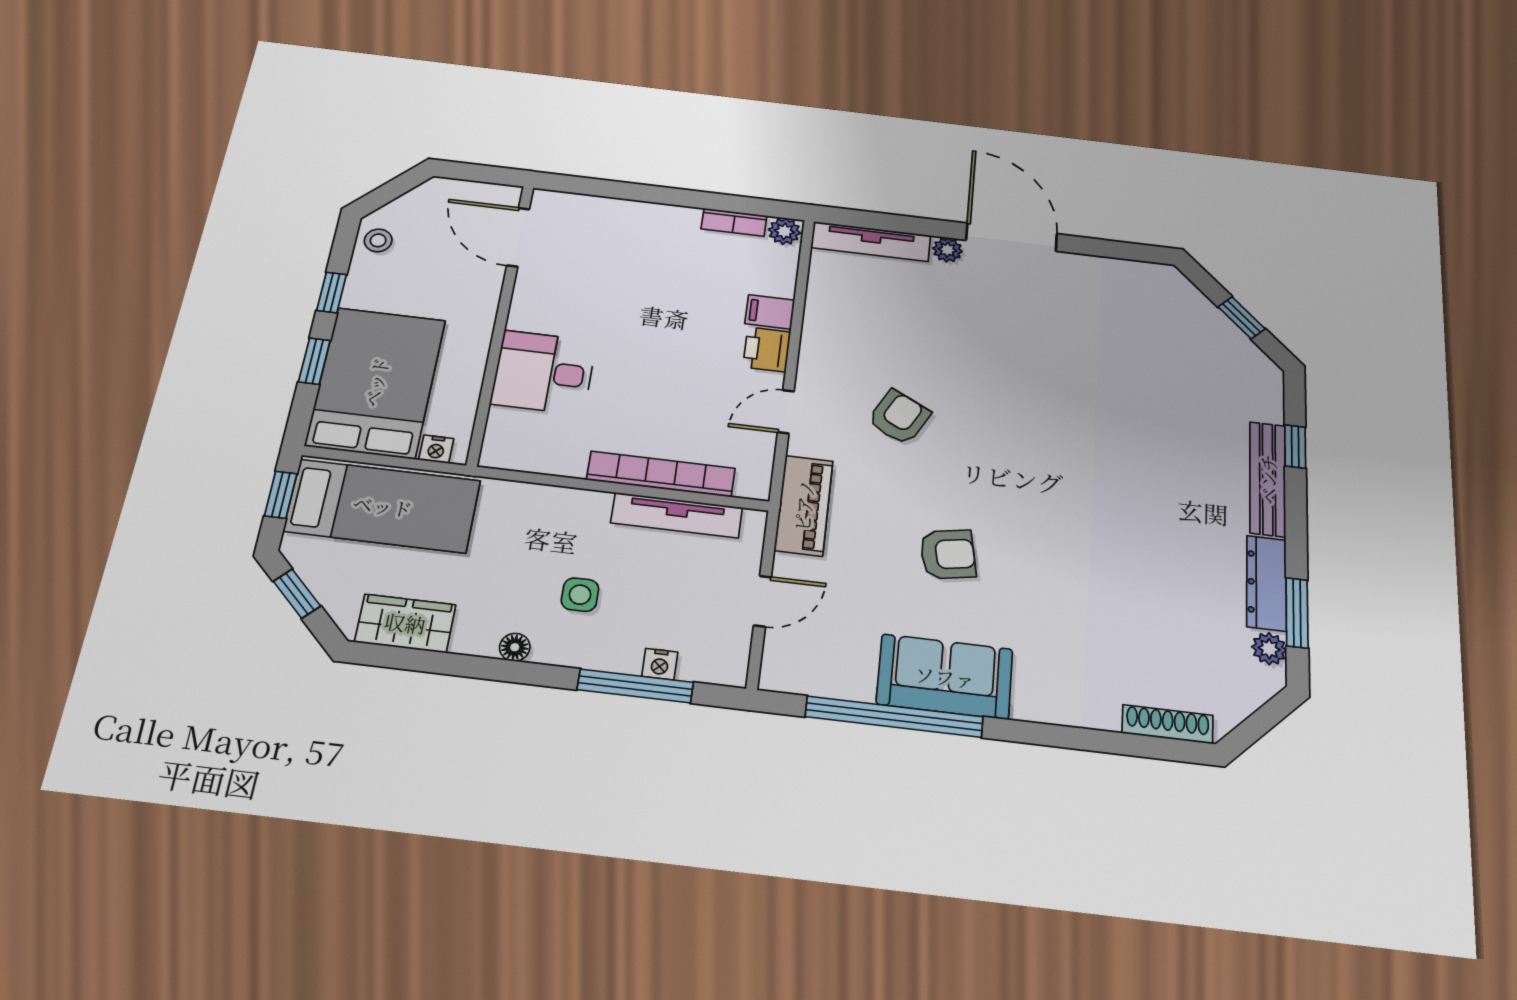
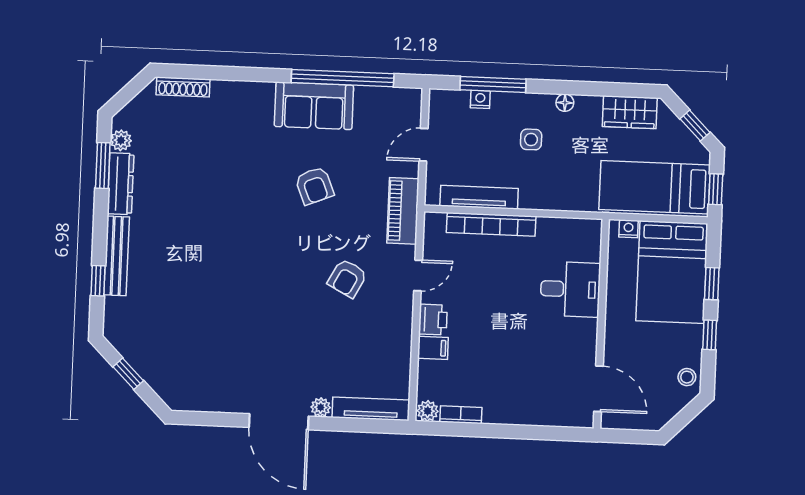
armchair: (948, 554) -> (314, 186), turned -102

